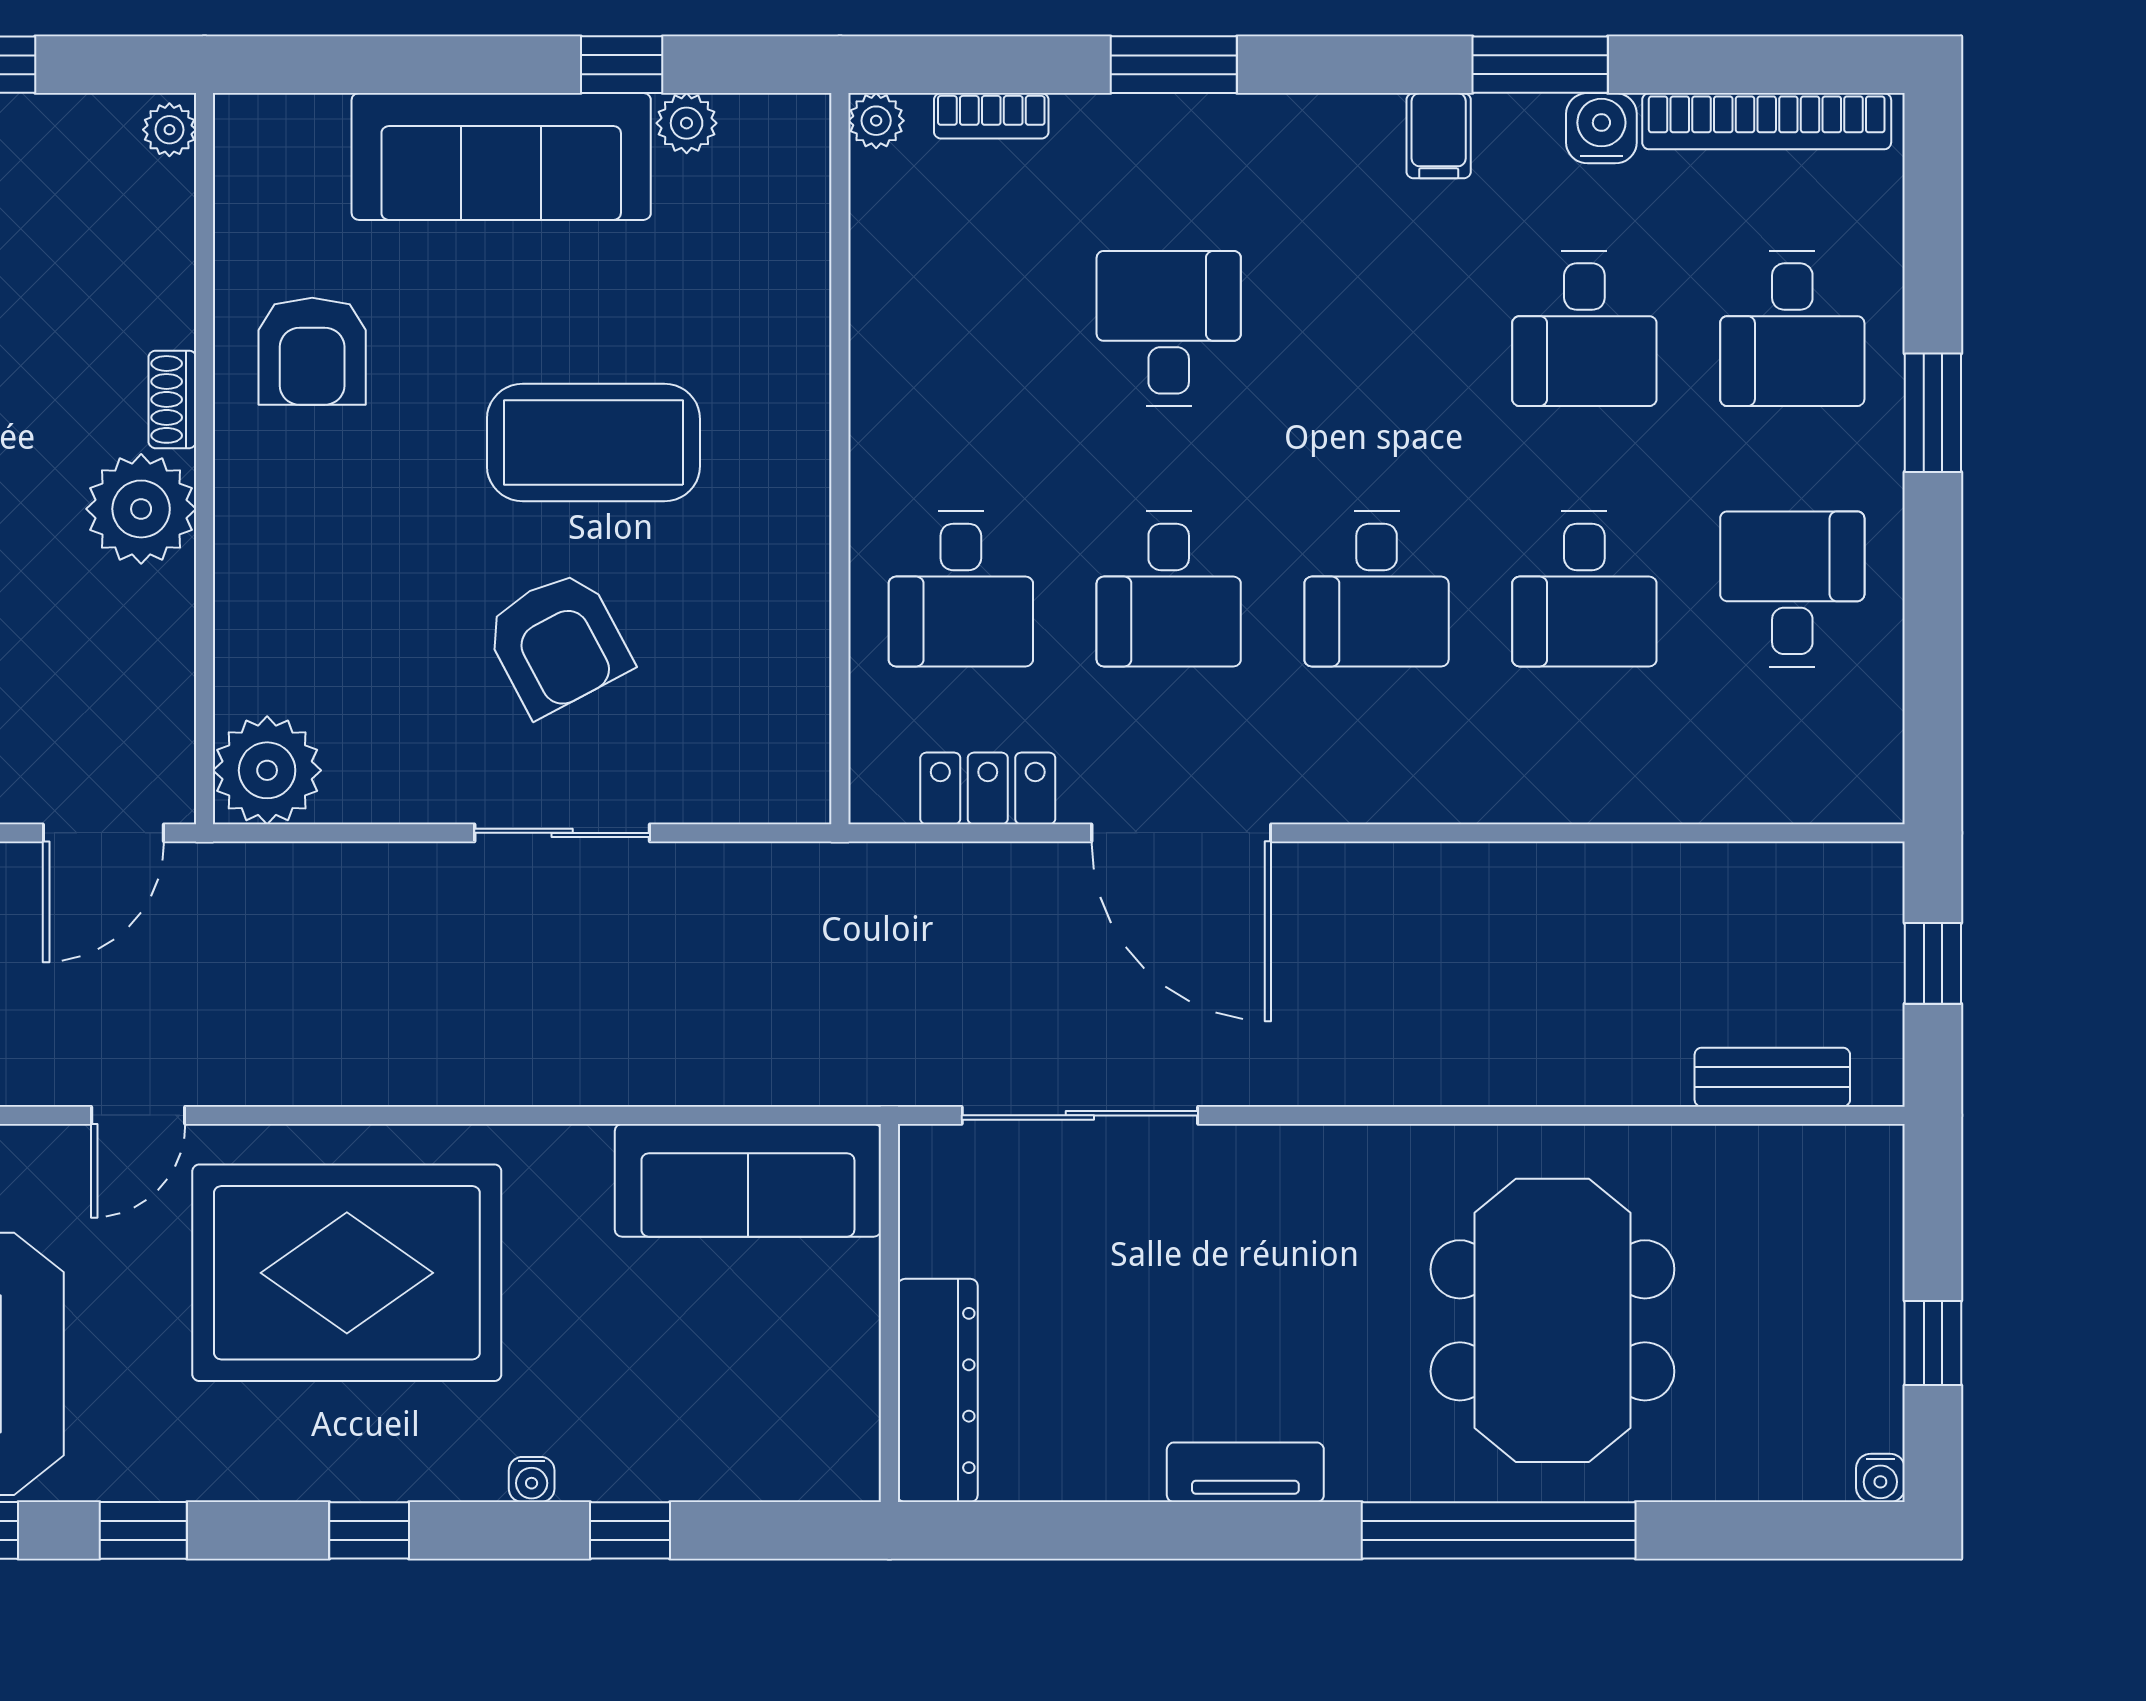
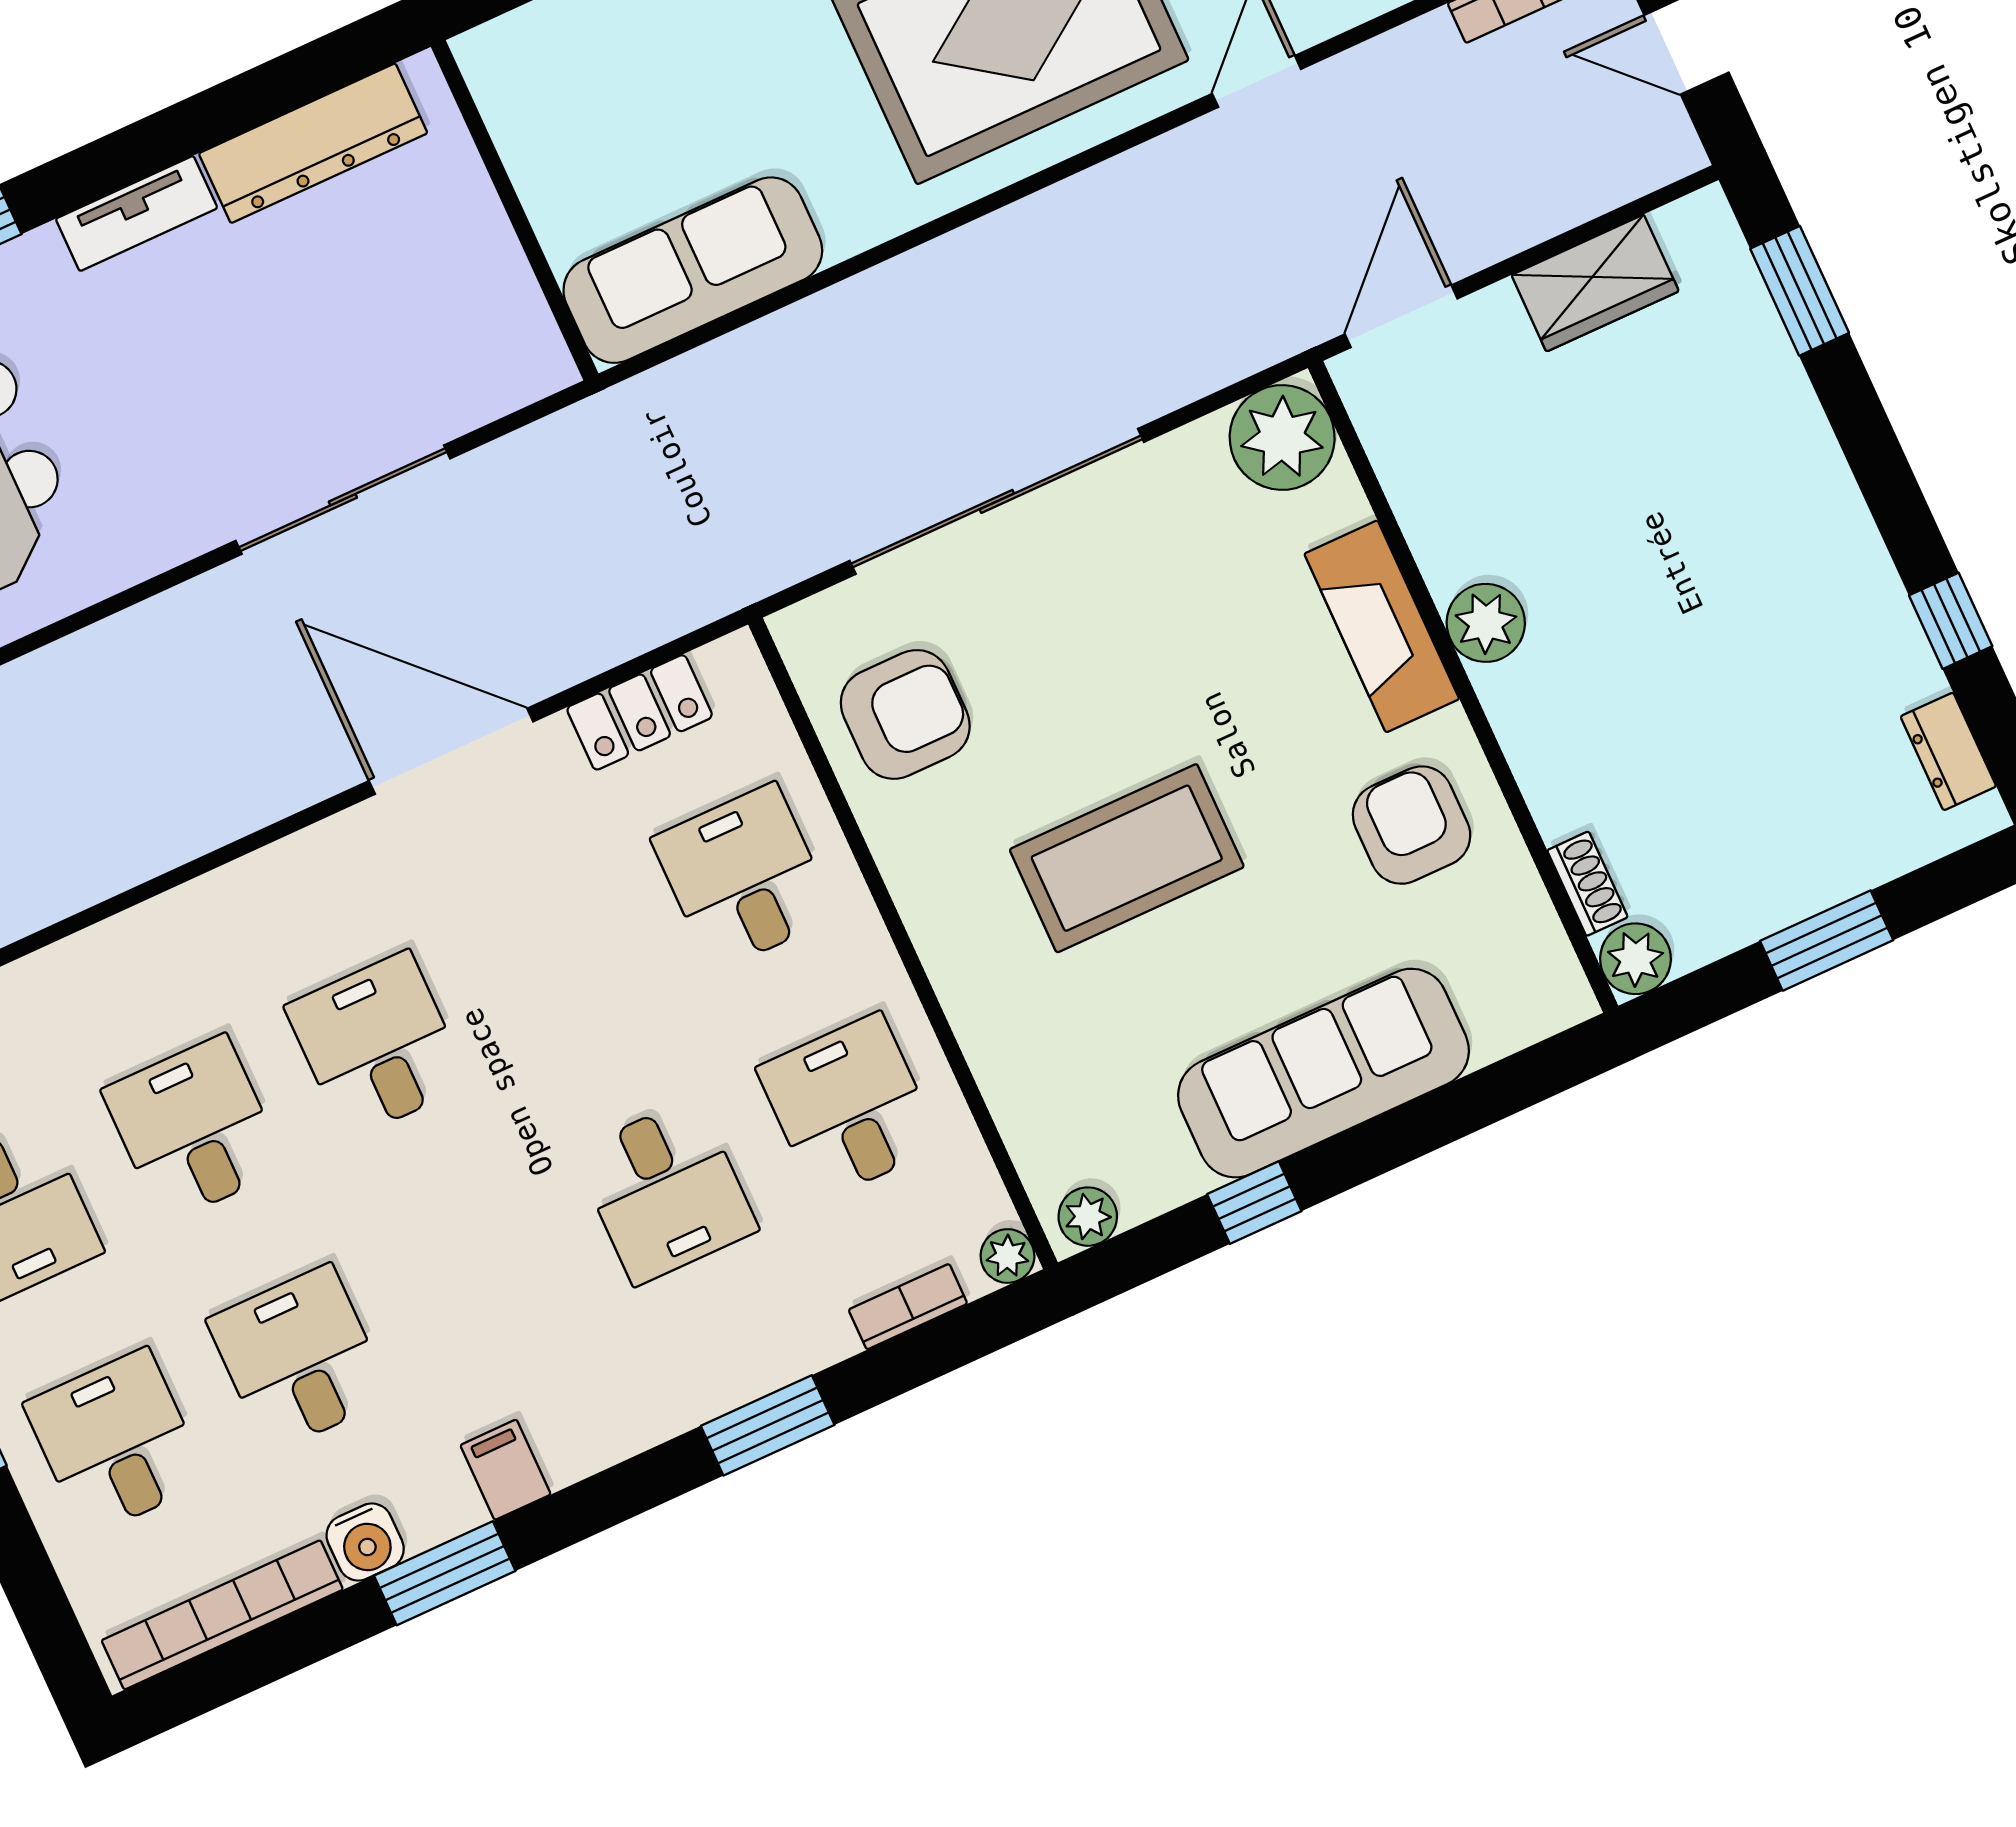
plant: (687, 123) -> (1088, 1217), moved
plant: (169, 130) -> (1635, 959), width x1.38, depth x1.38
shoe rack: (172, 399) -> (1587, 884), moved
plant: (141, 509) -> (1486, 623), width x0.73, depth x0.73
fireplace: (255, 550) -> (1382, 626), added
desk: (1169, 589) -> (849, 1107), moved
armchair: (558, 643) -> (905, 714), moved, turned 118
sliding door: (562, 833) -> (997, 501), width x1.86
sliding door: (1080, 1115) -> (343, 500), moved
dresser: (938, 1390) -> (313, 143), moved, turned -90

